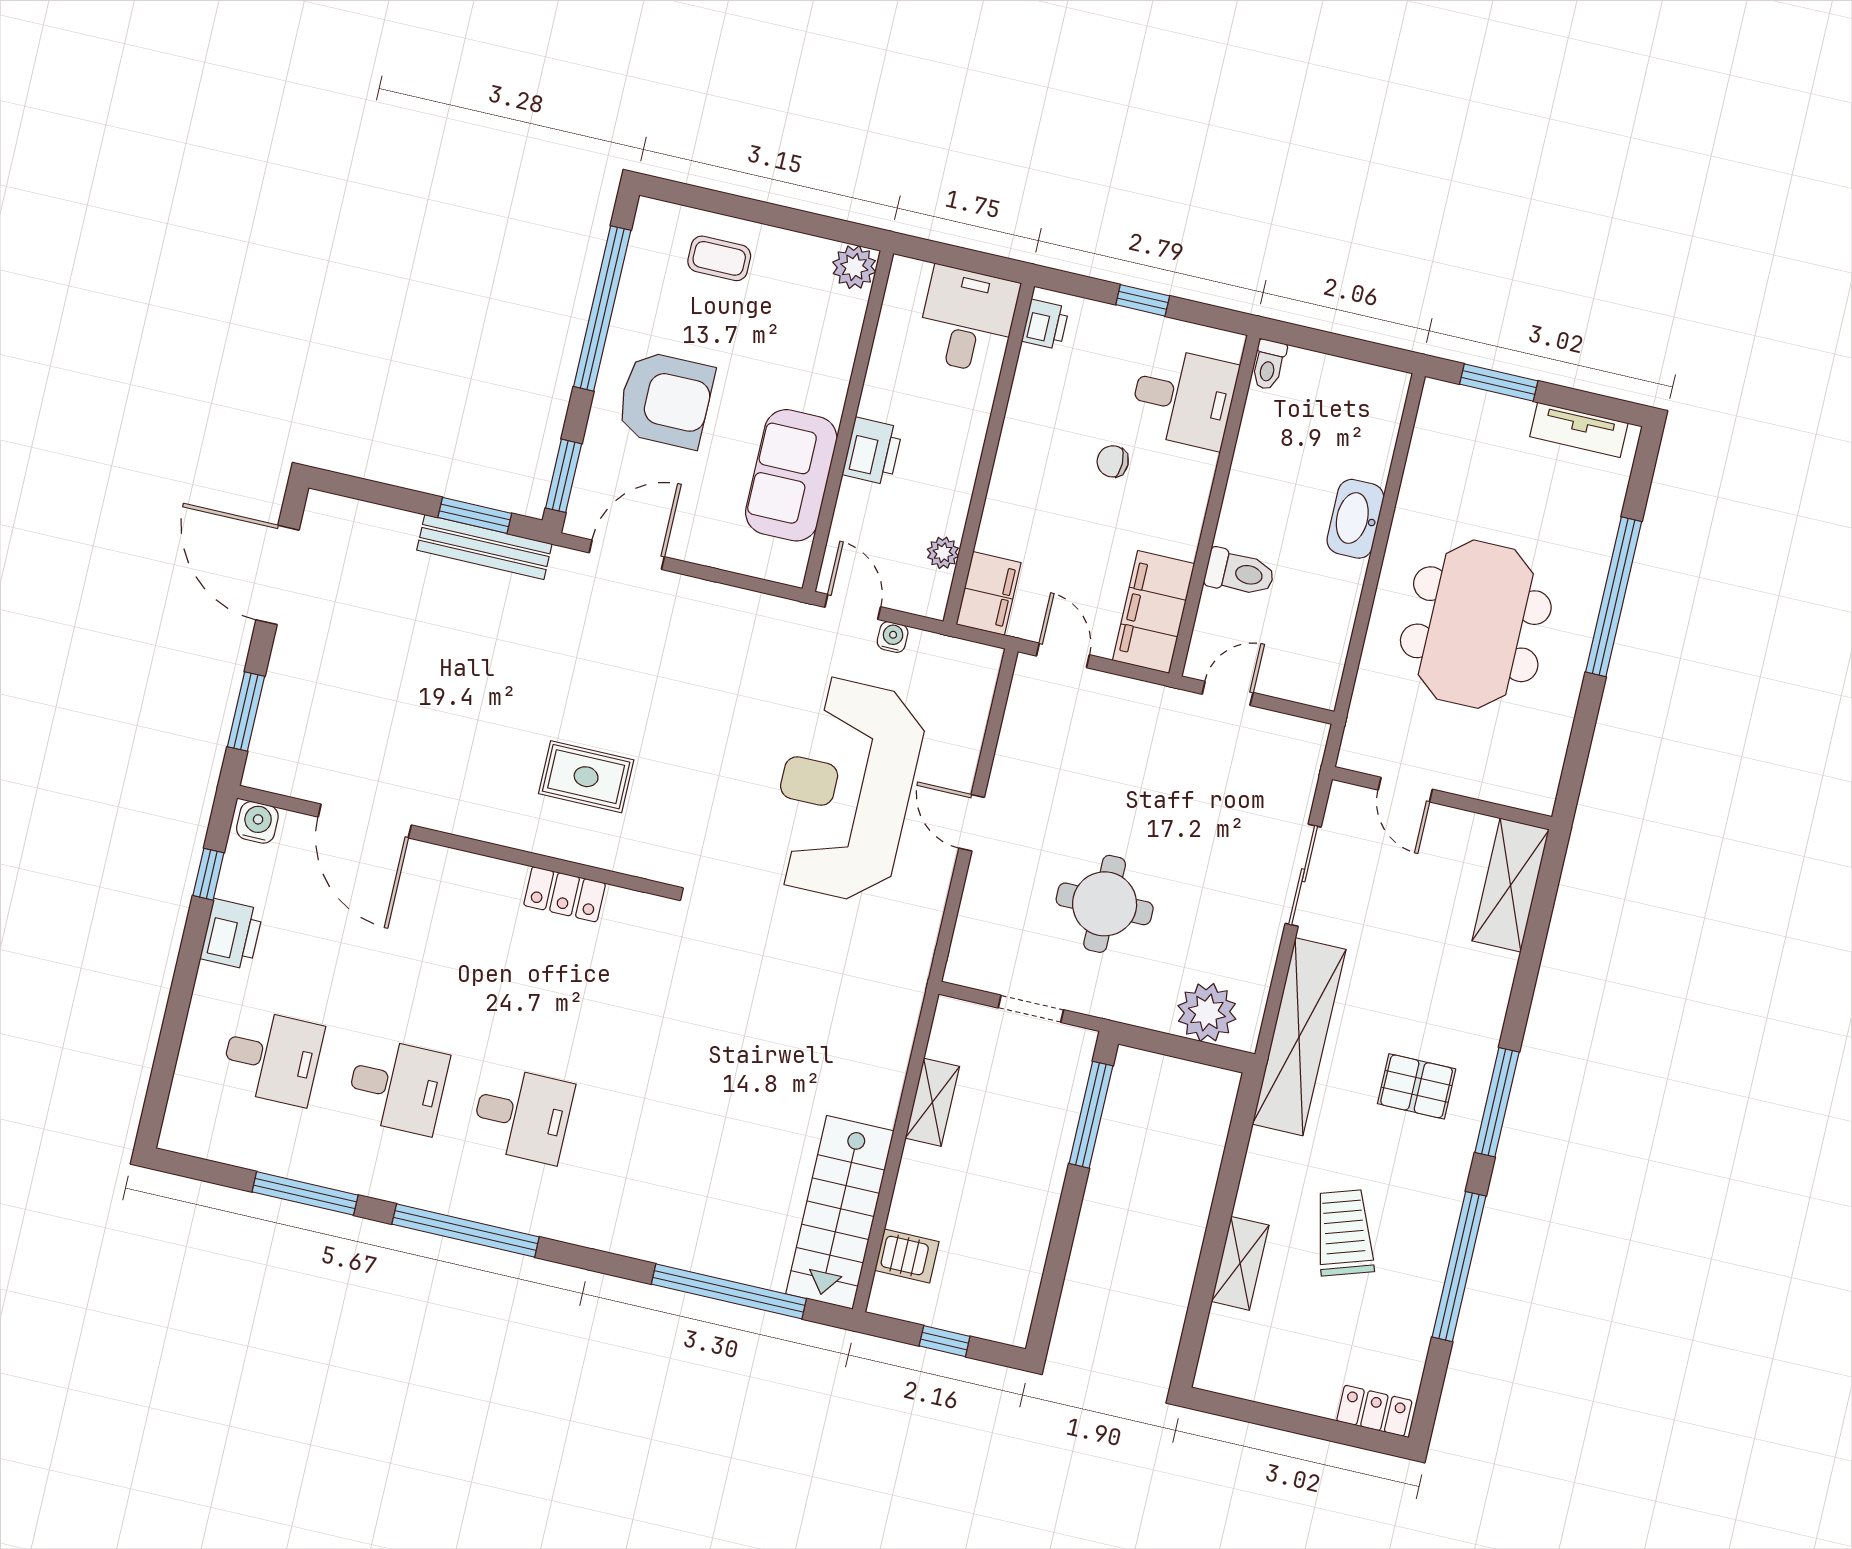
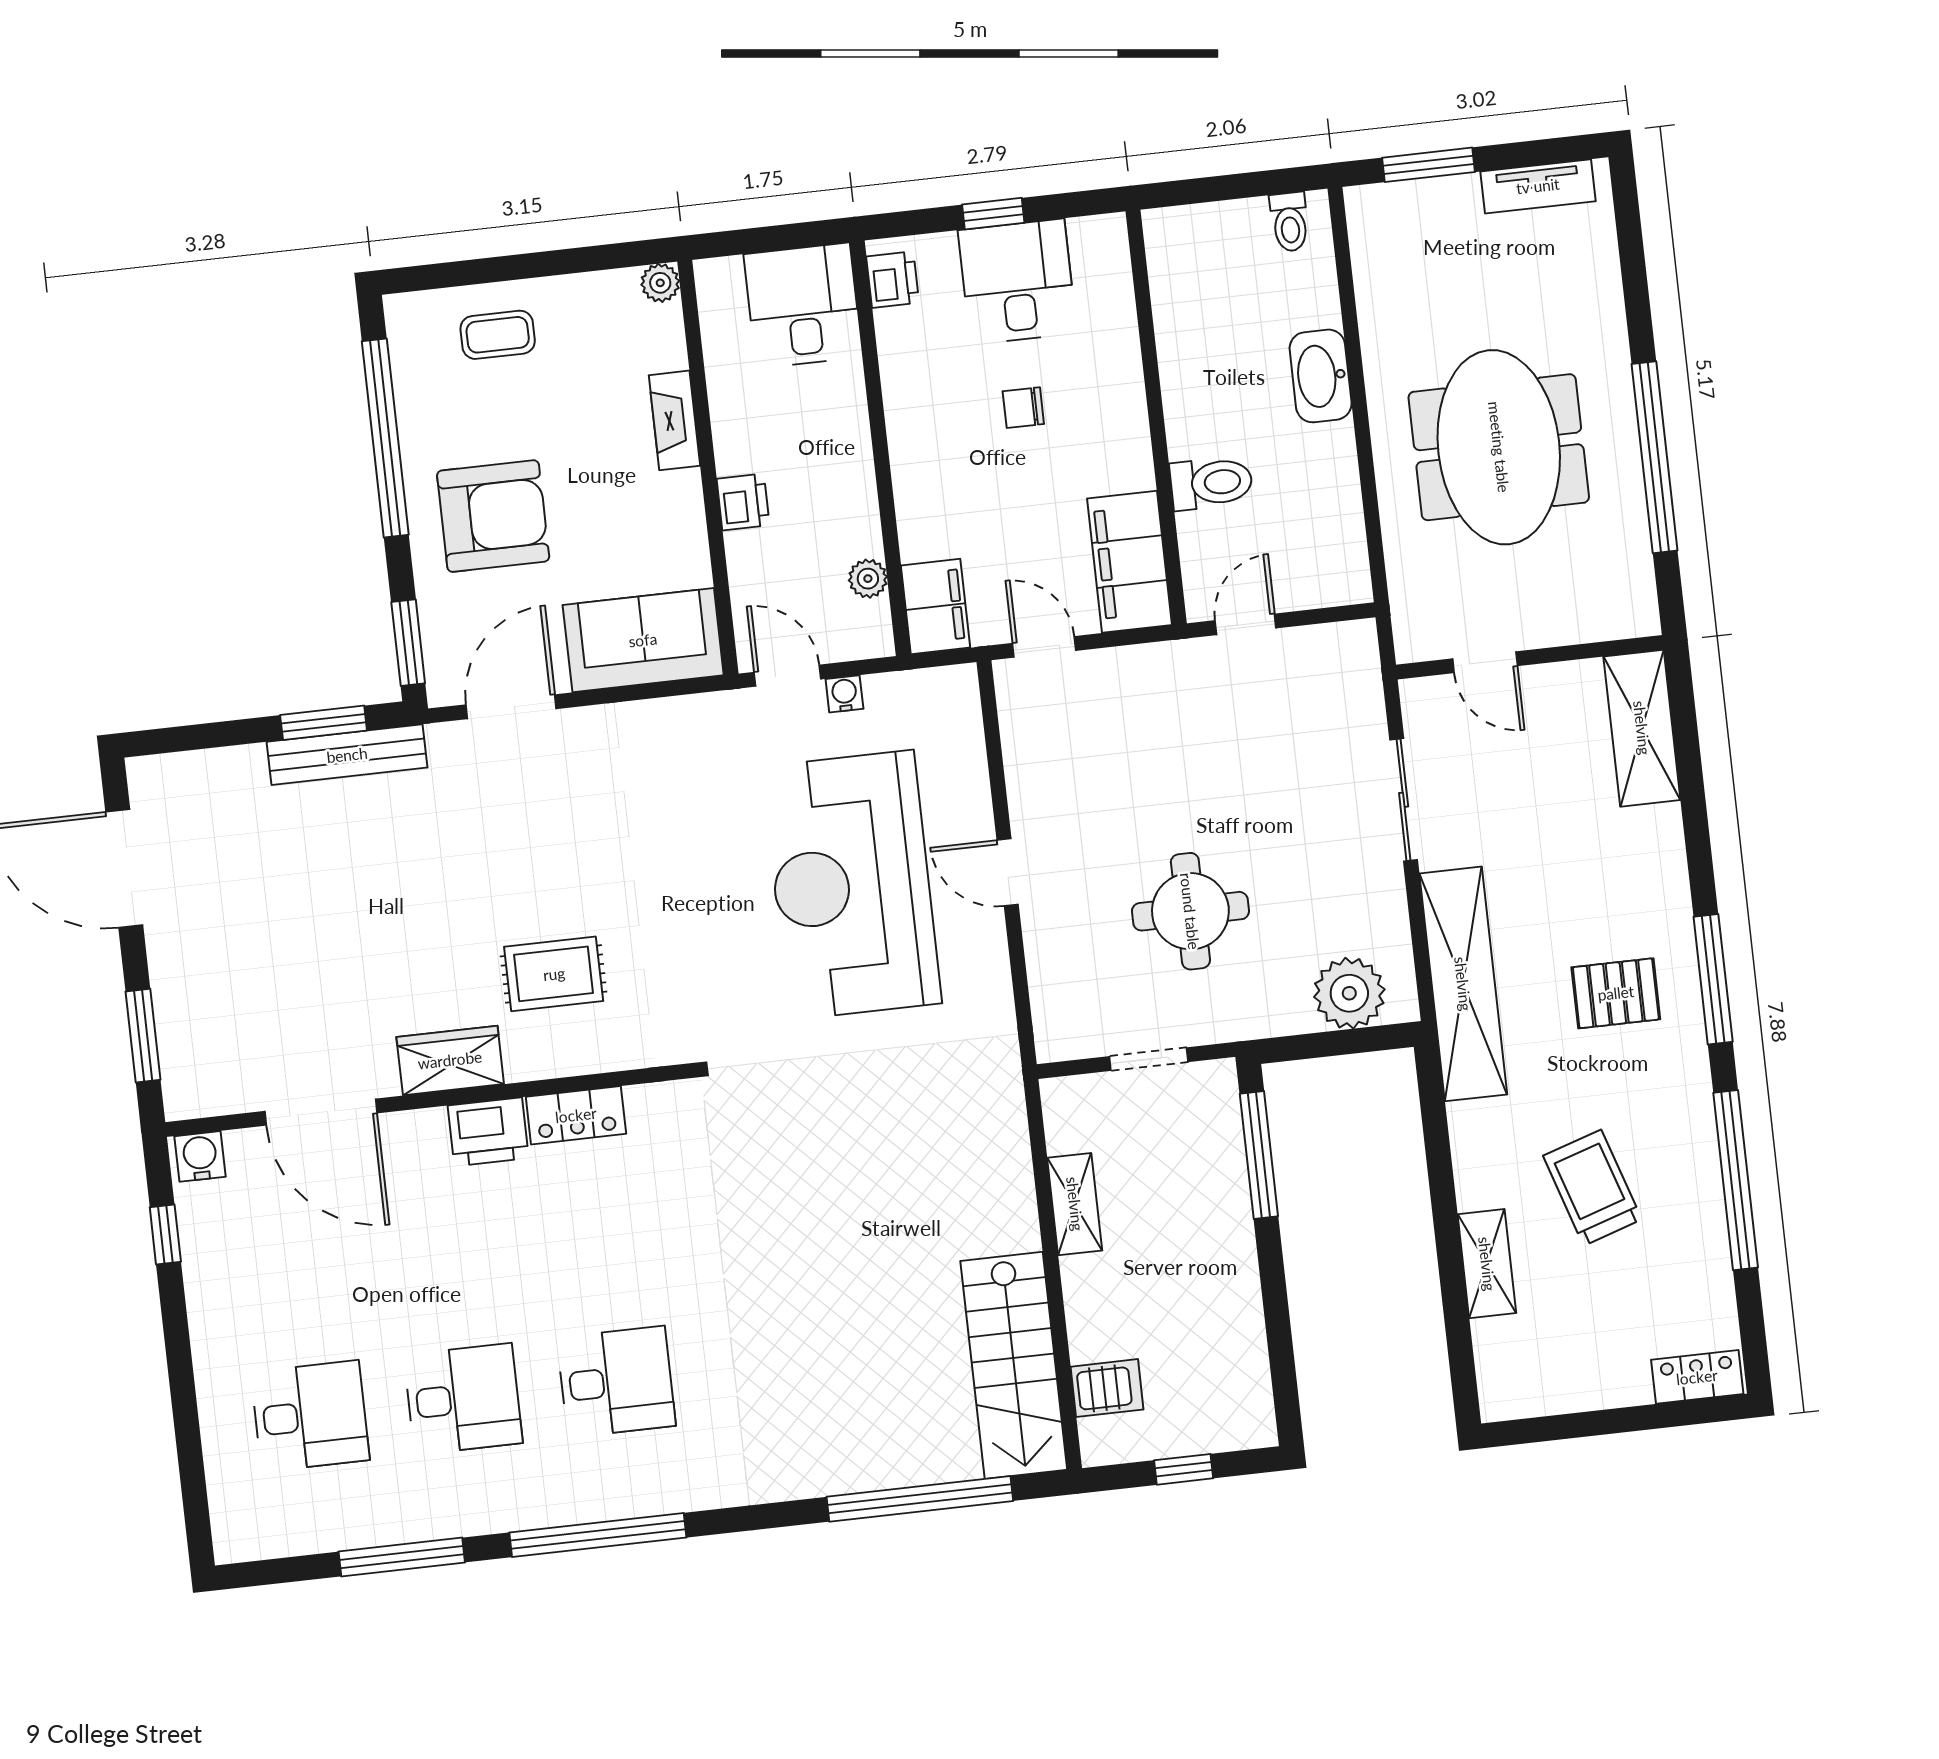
plant: (854, 267) -> (660, 283), width x0.73, depth x0.73
toilet: (1269, 365) -> (1290, 222), moved
fireplace: (835, 375) -> (674, 420), added
desk: (1184, 398) -> (1017, 282), moved, turned -90
printer: (872, 451) -> (743, 502), width x0.73, depth x0.81
sofa: (791, 475) -> (643, 640), moved, turned 90
window: (1614, 597) -> (1654, 457), moved
wardrobe: (481, 816) -> (450, 1060), added
printer: (232, 934) -> (488, 1132), moved, turned 90

